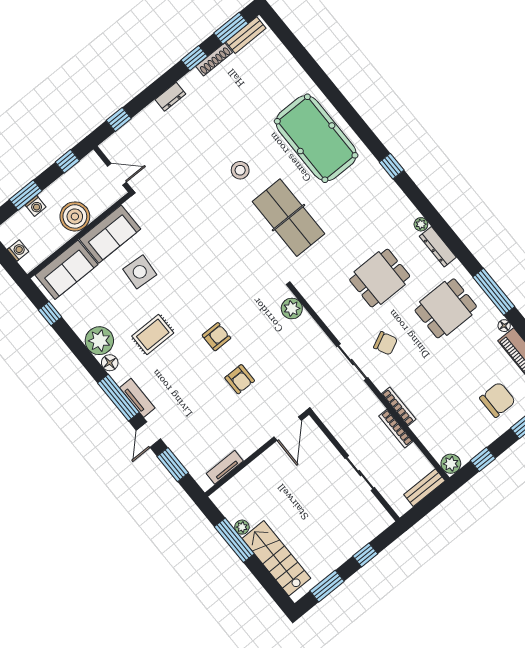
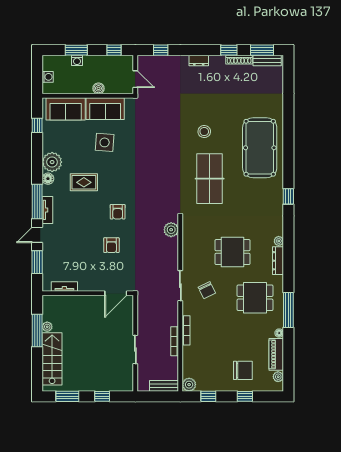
boiler: (75, 216) -> (98, 88), width x0.54, depth x0.54
armchair: (216, 337) -> (118, 212), turned 90

